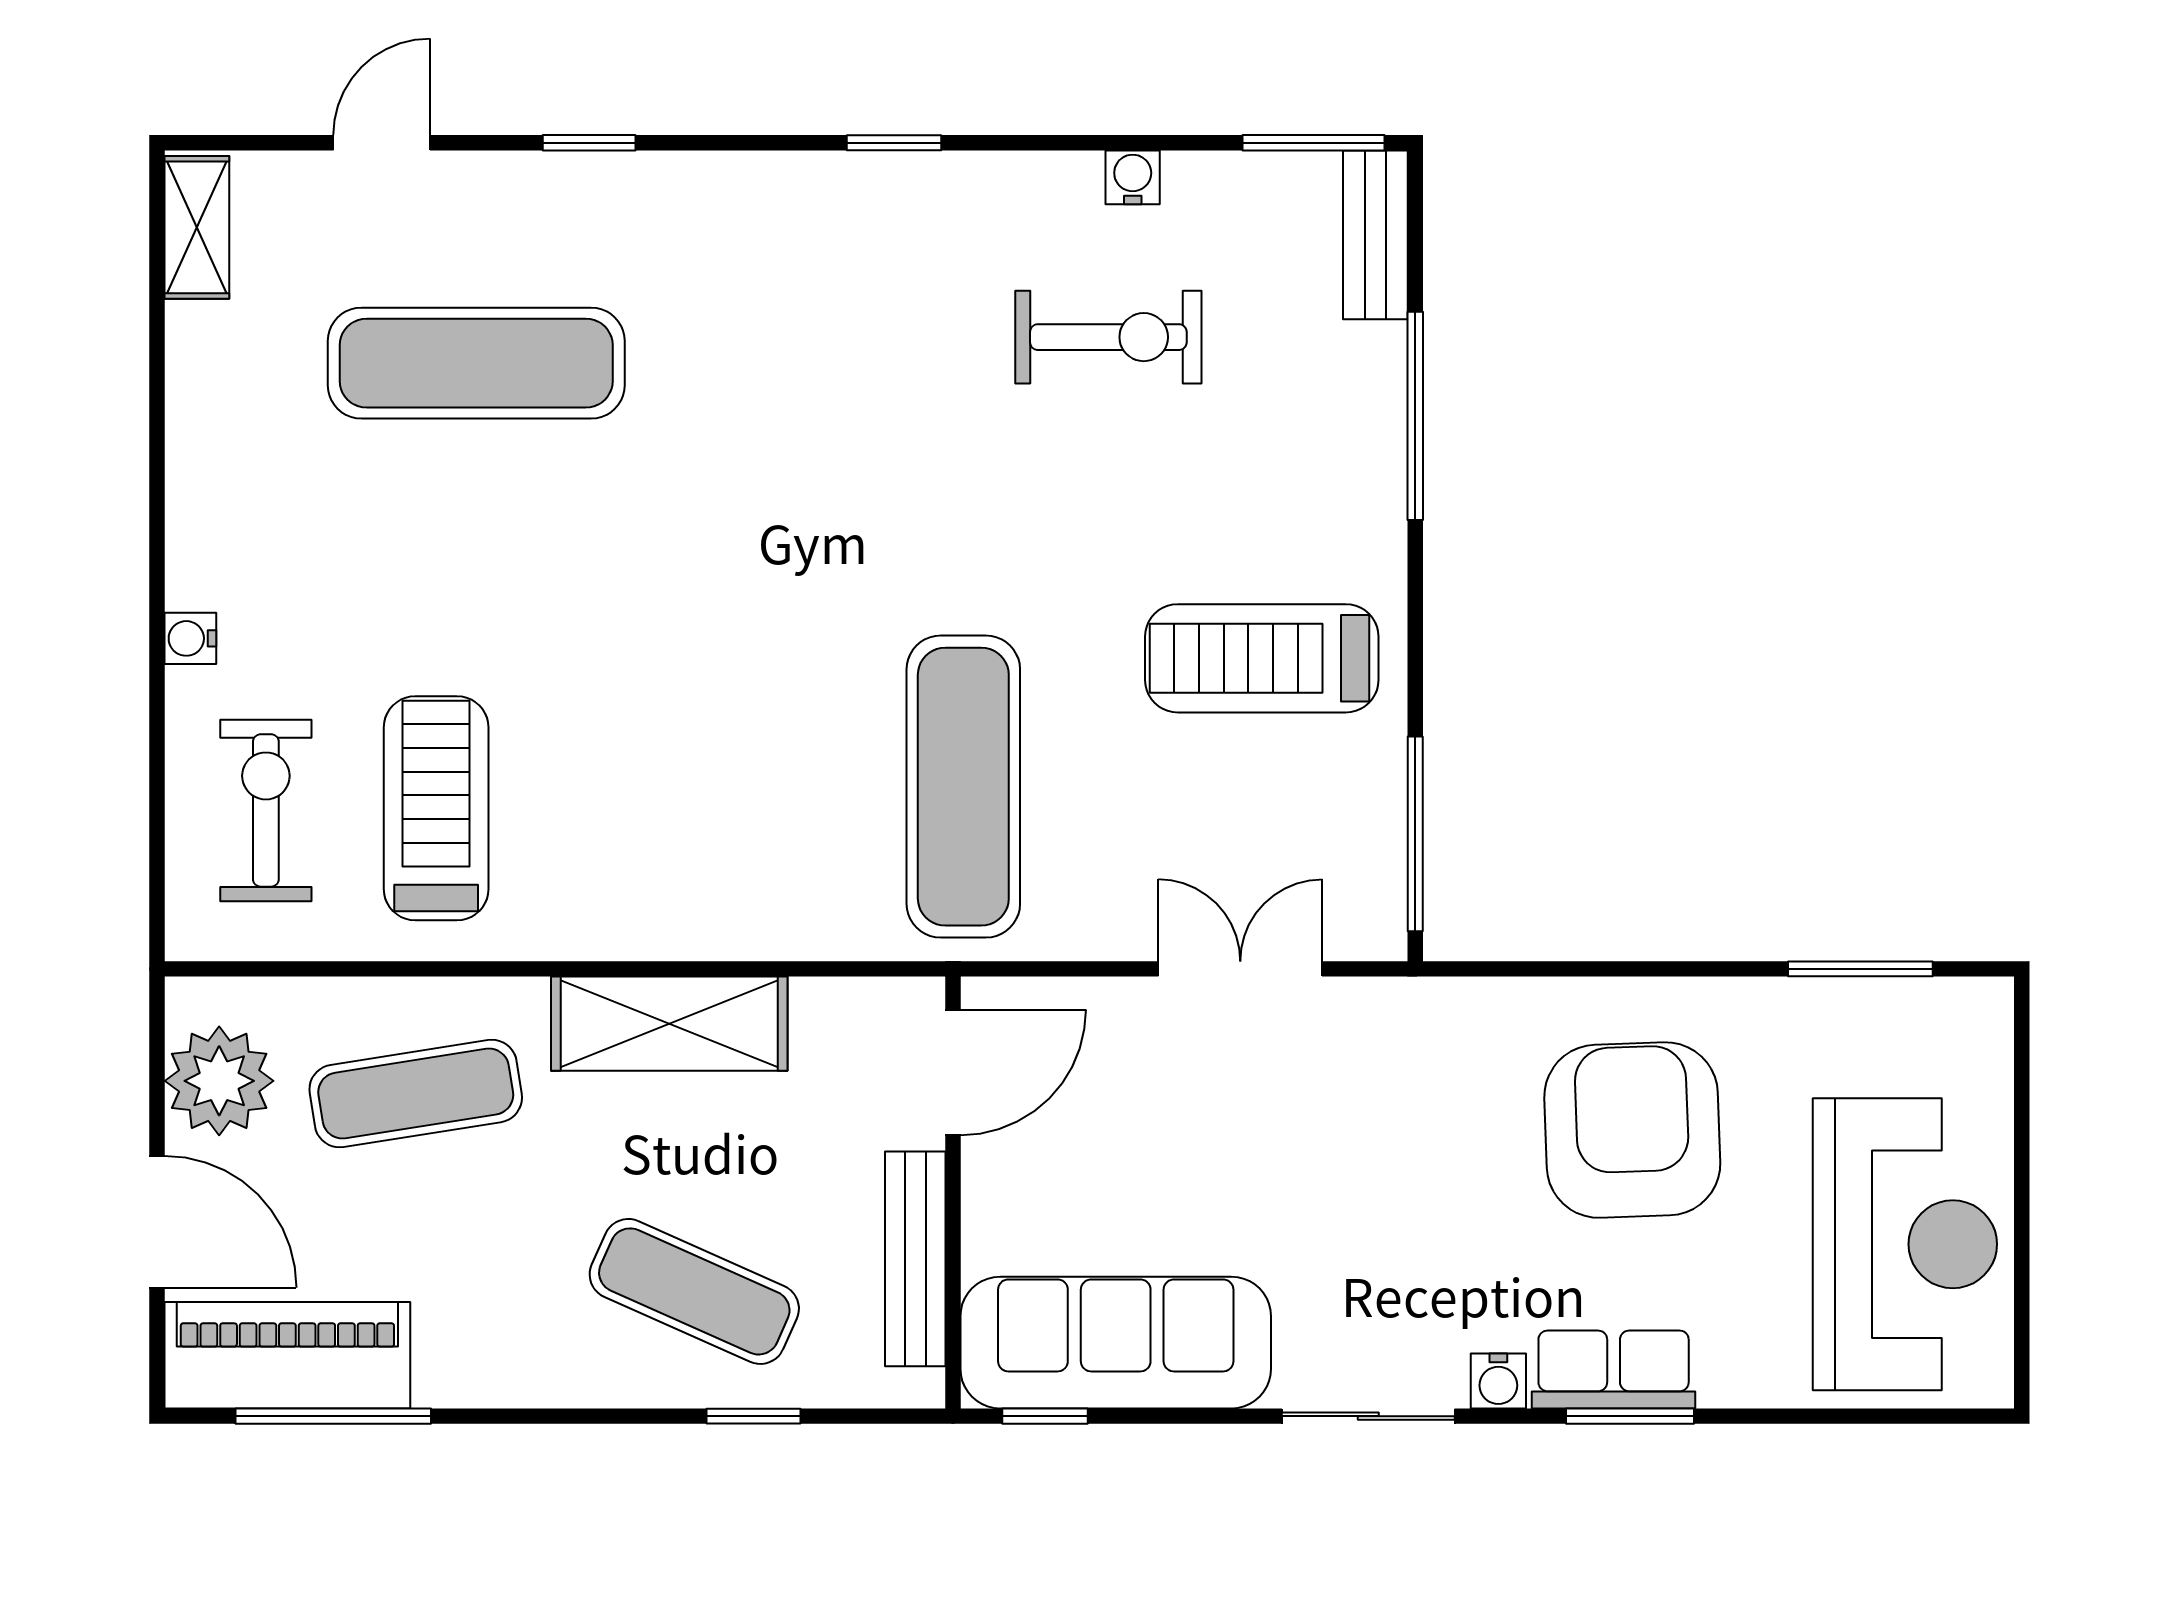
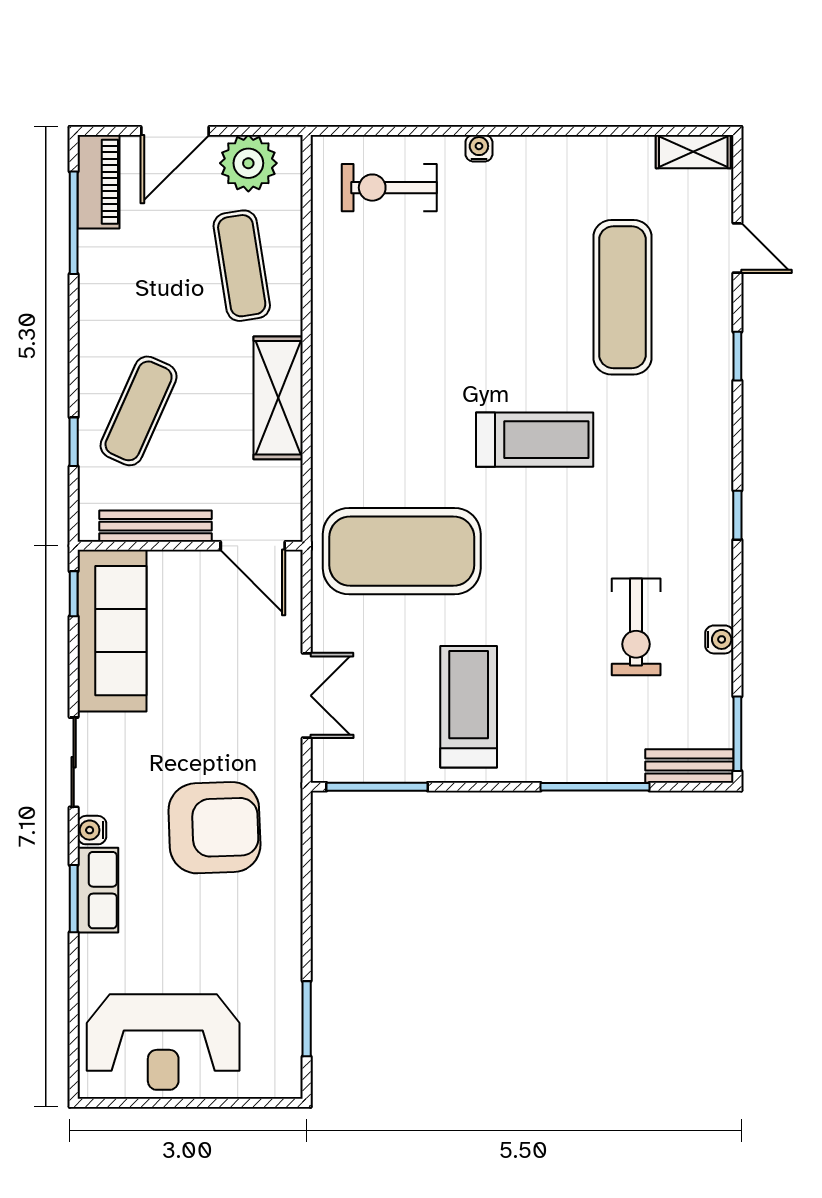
exercise mat: (963, 787) -> (402, 551), width x1.47
treadmill: (436, 808) -> (535, 440), moved
exercise bike: (266, 810) -> (389, 188), turned 180
armchair: (1632, 1130) -> (214, 828), moved
piano: (287, 1355) -> (98, 182), width x0.73, depth x0.75

